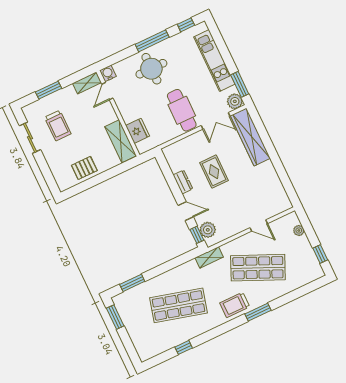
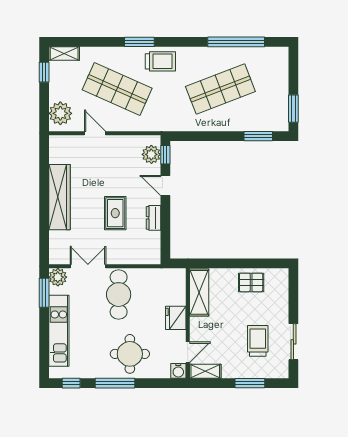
fridge: (138, 131) -> (176, 318), moved
wardrobe: (250, 137) -> (59, 197), moved
plant: (299, 230) -> (60, 113), width x1.88, depth x1.88
shelving: (209, 257) -> (64, 53), moved
shop shelf: (178, 305) -> (220, 89), turned -36
window: (184, 347) -> (236, 42), width x3.17

